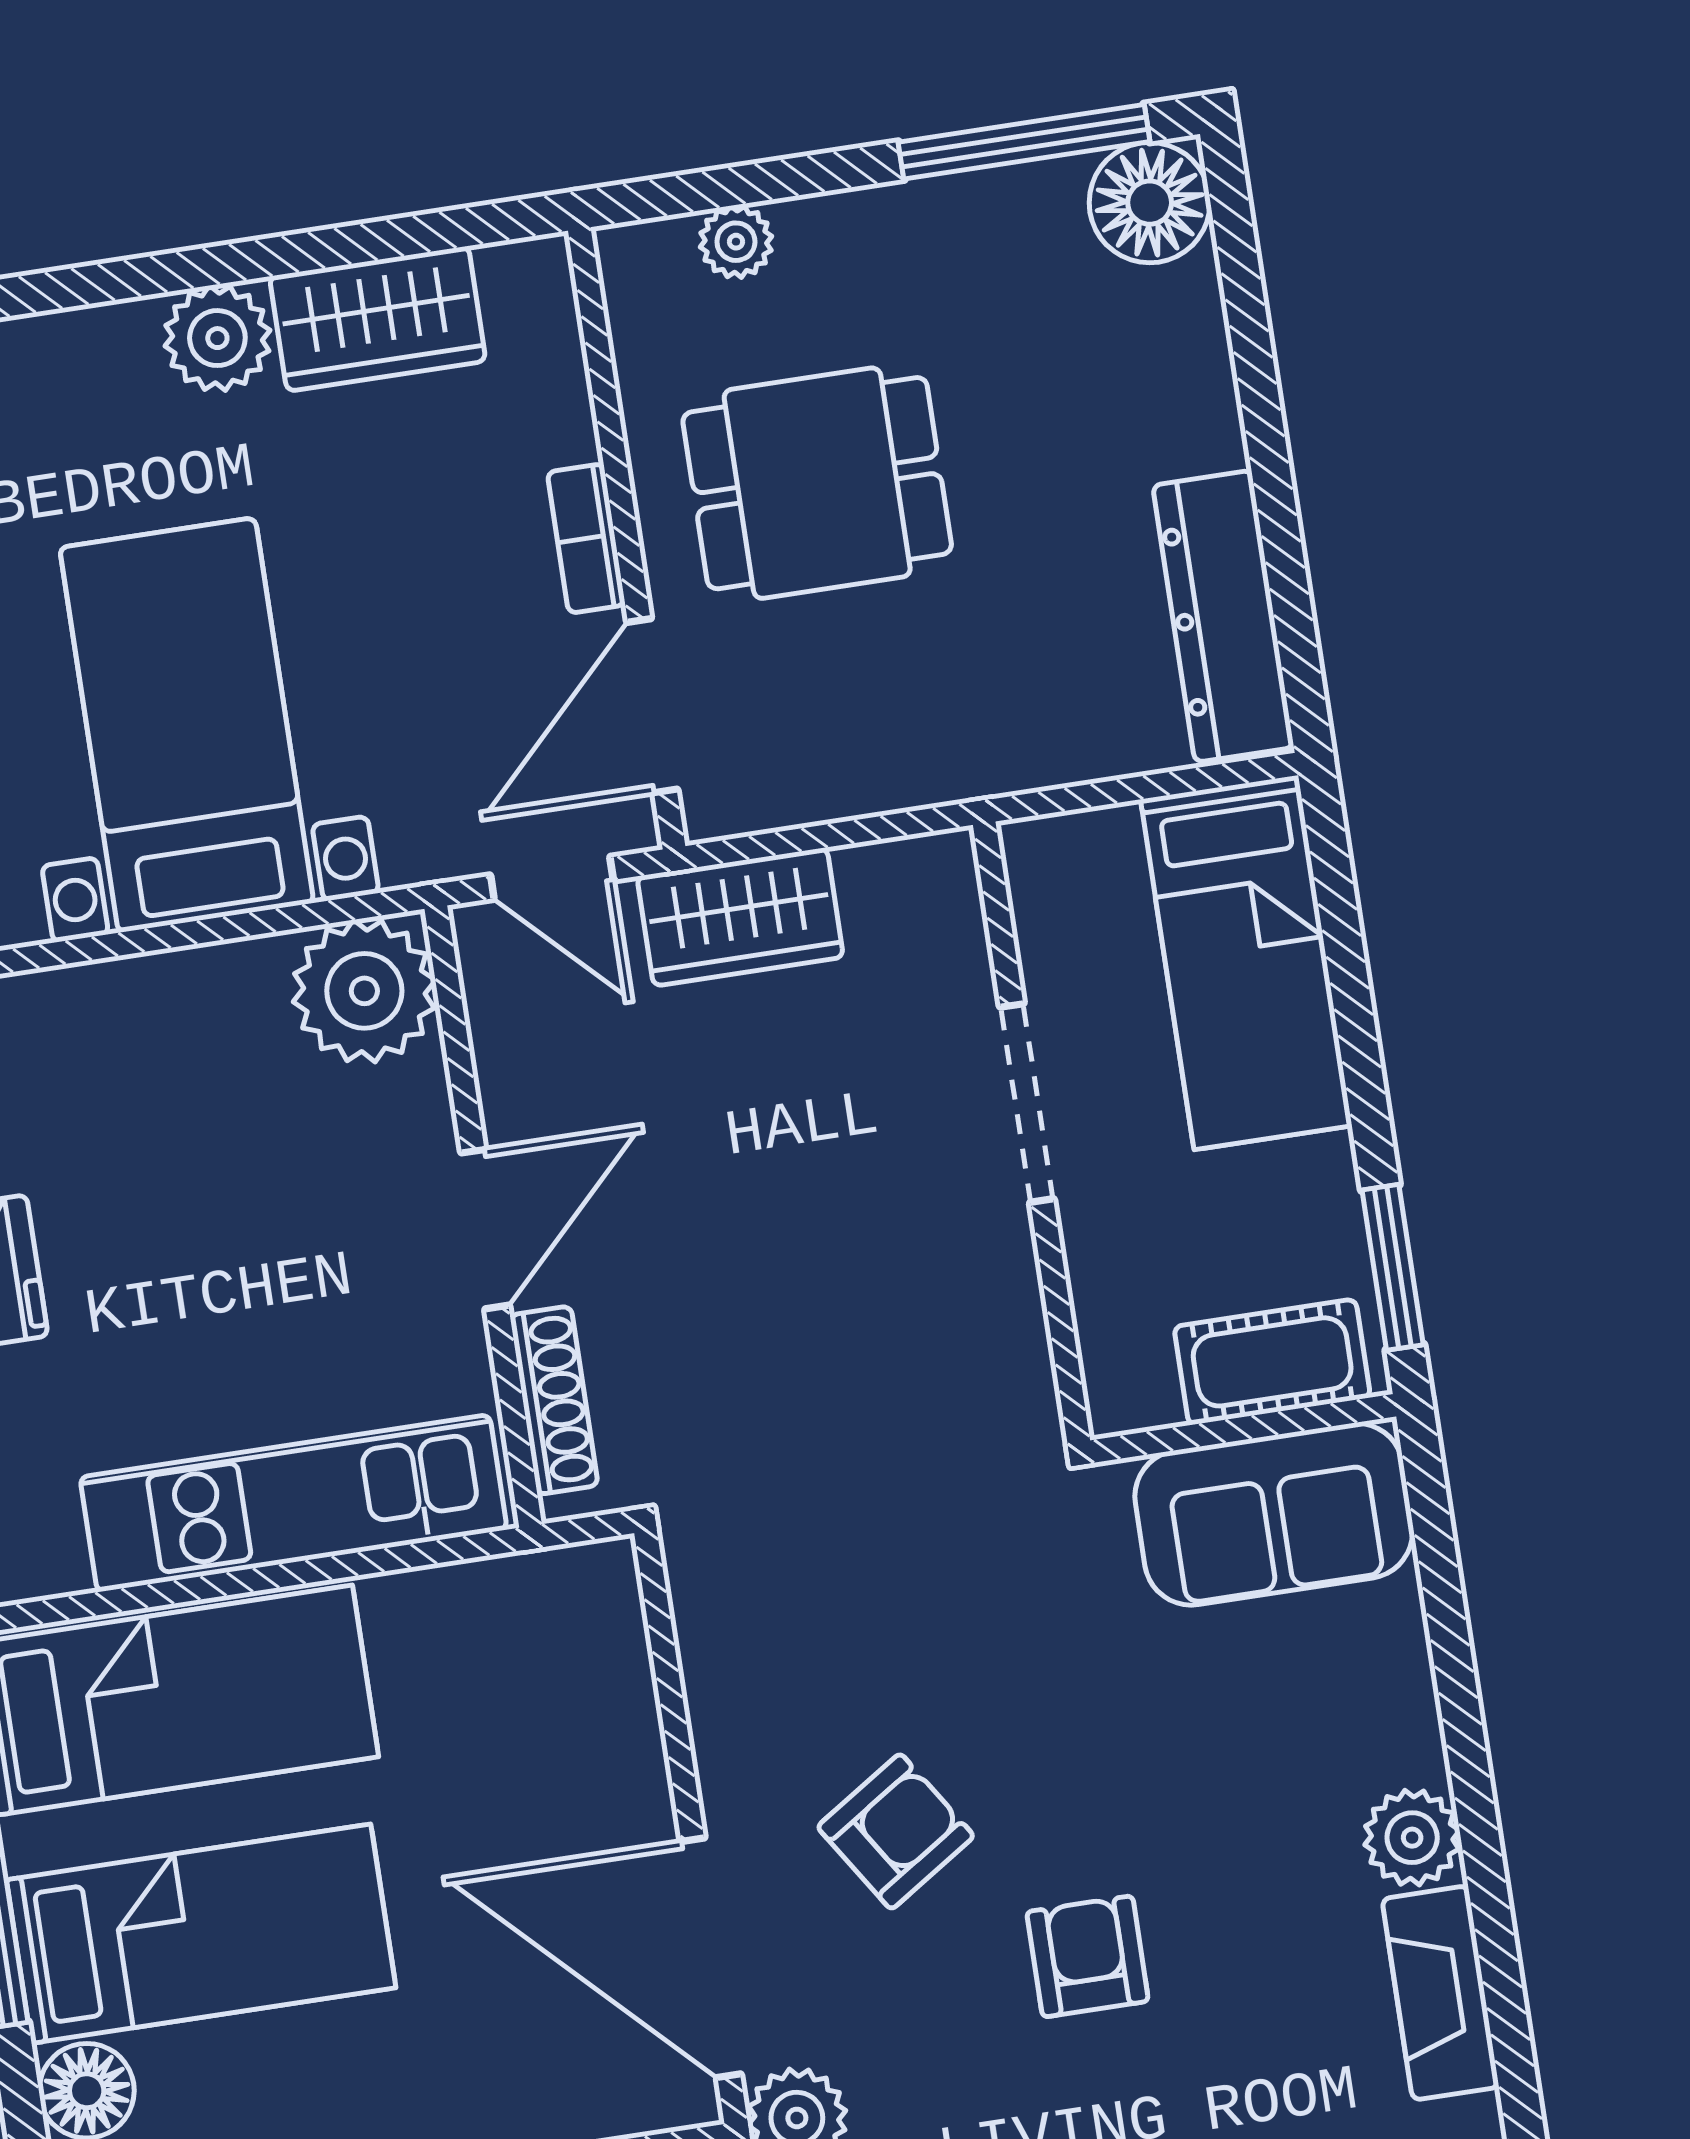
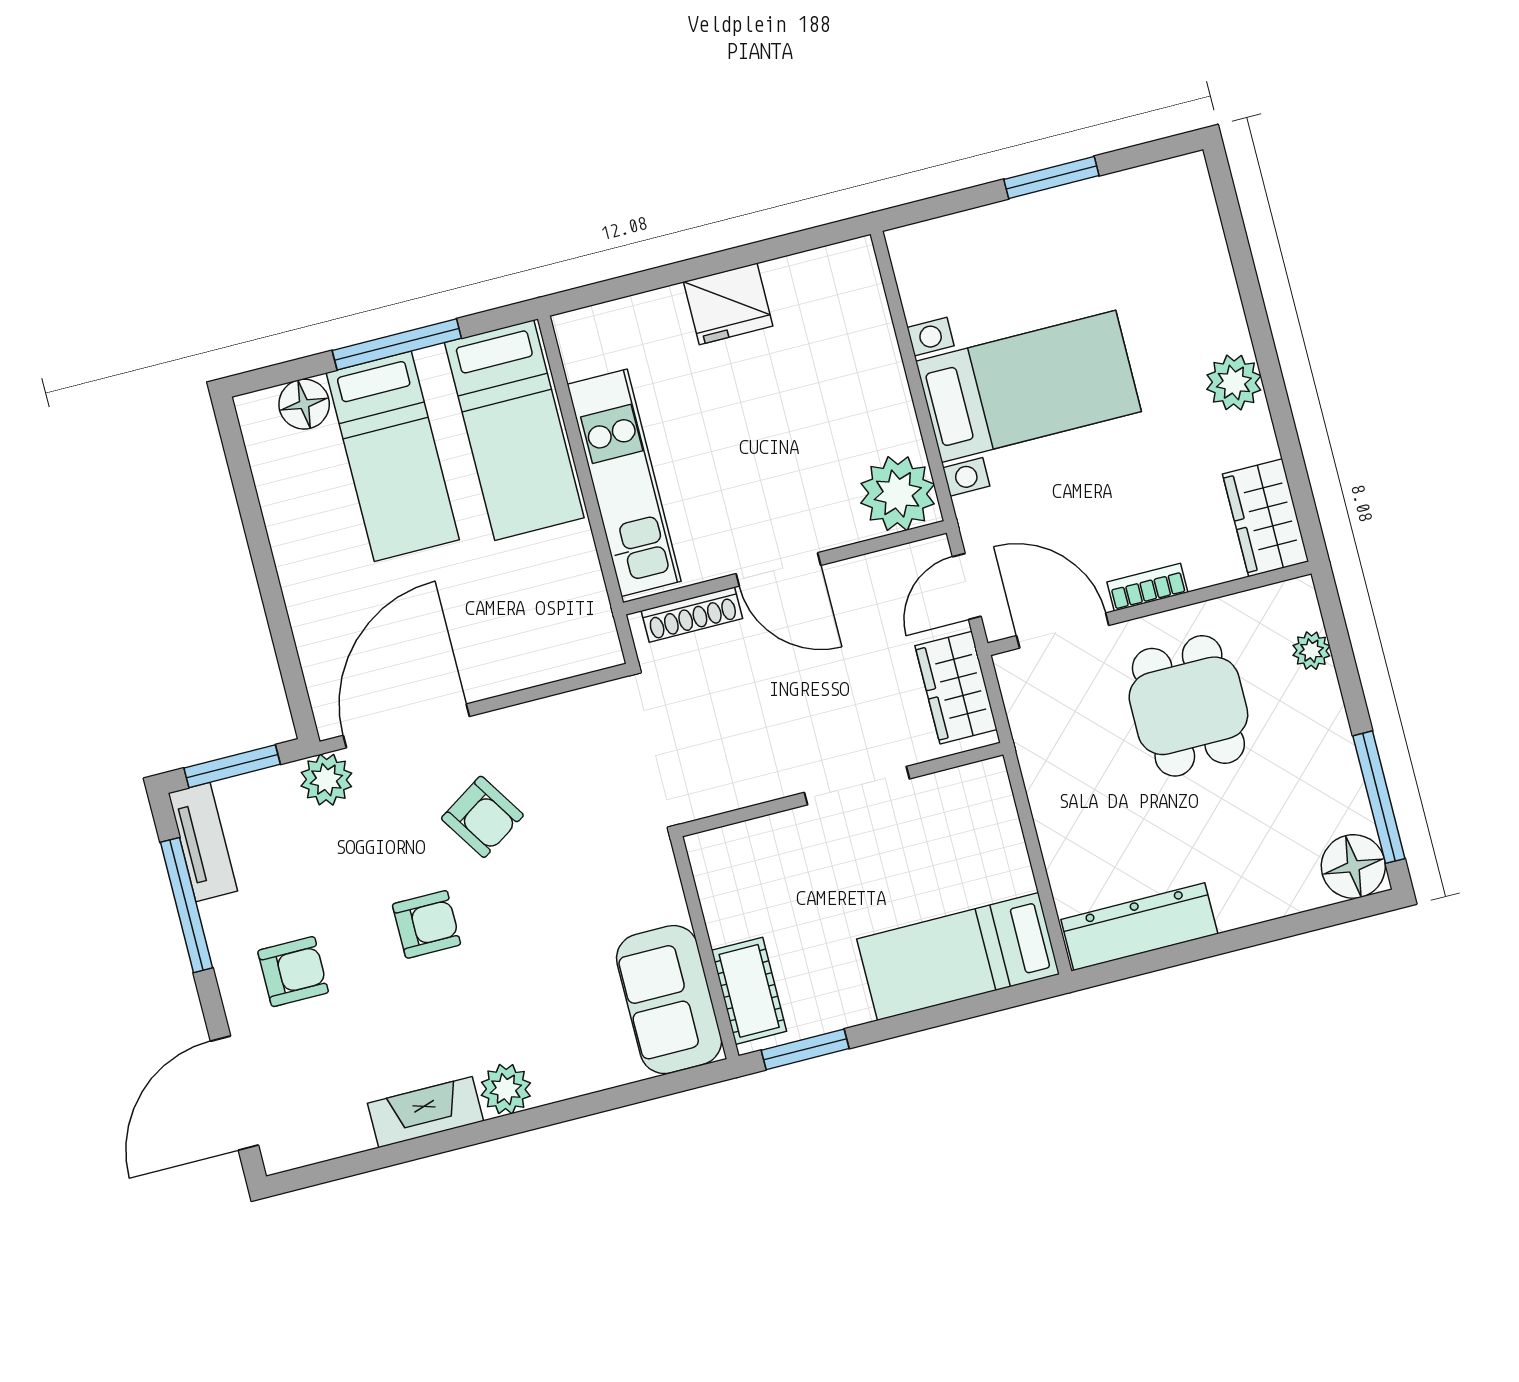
wardrobe: (378, 319) -> (1266, 518), moved
doorway: (1027, 1103) -> (857, 786), moved
wall: (1031, 1133) -> (841, 790), moved

